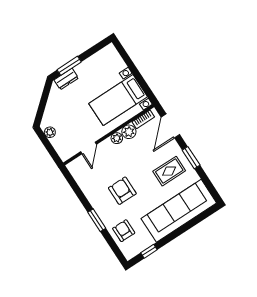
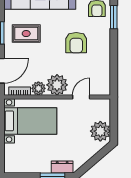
plant: (50, 132) -> (100, 131), width x1.88, depth x1.88
plant: (117, 138) -> (57, 85), width x1.88, depth x1.88
window: (97, 220) -> (114, 17), moved

